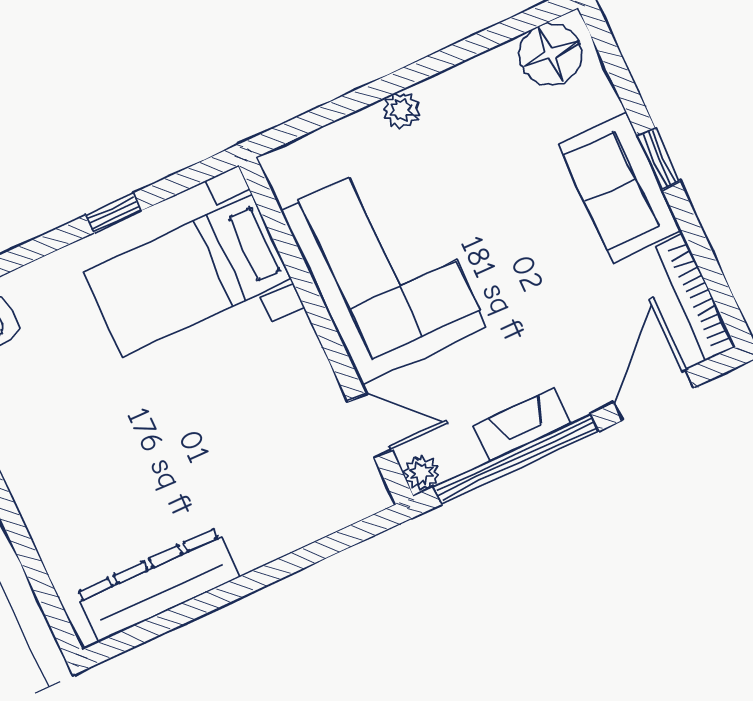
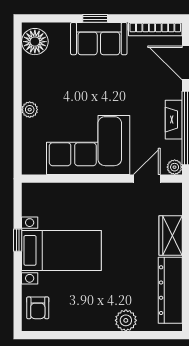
bed with nightstands: (188, 275) -> (61, 250), moved, turned -90
plant: (50, 521) -> (126, 320), added
wardrobe: (273, 532) -> (171, 236), added

